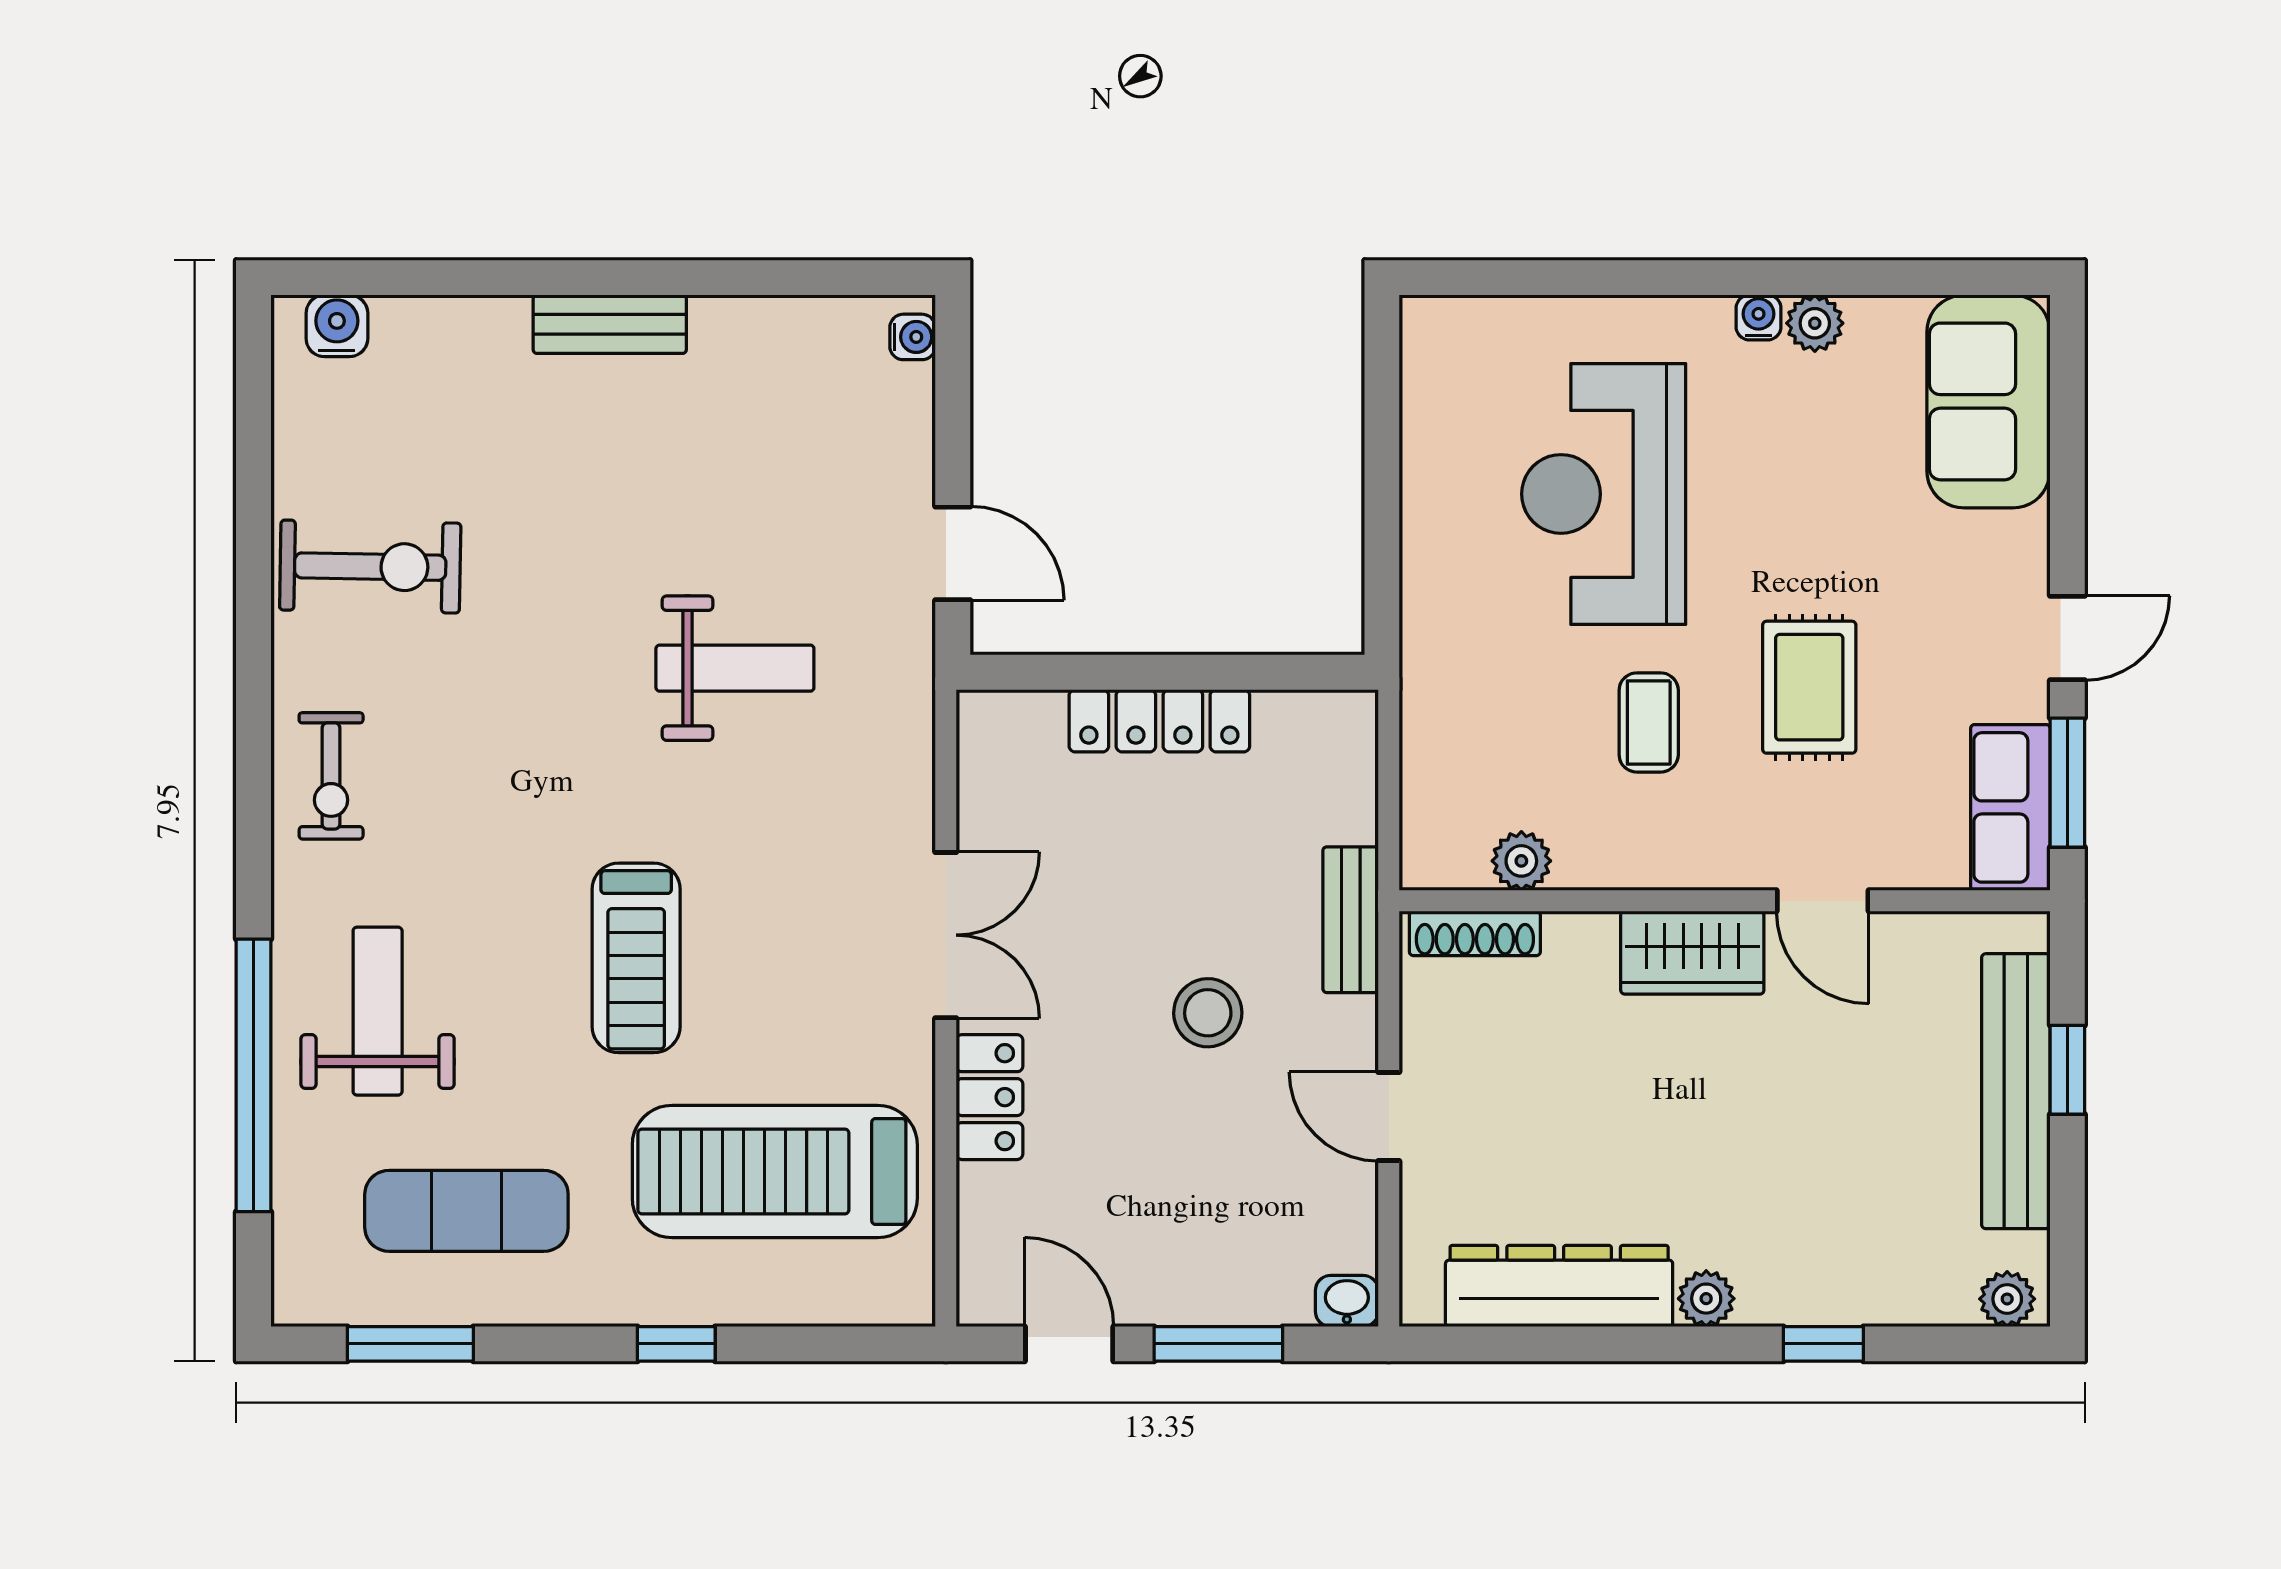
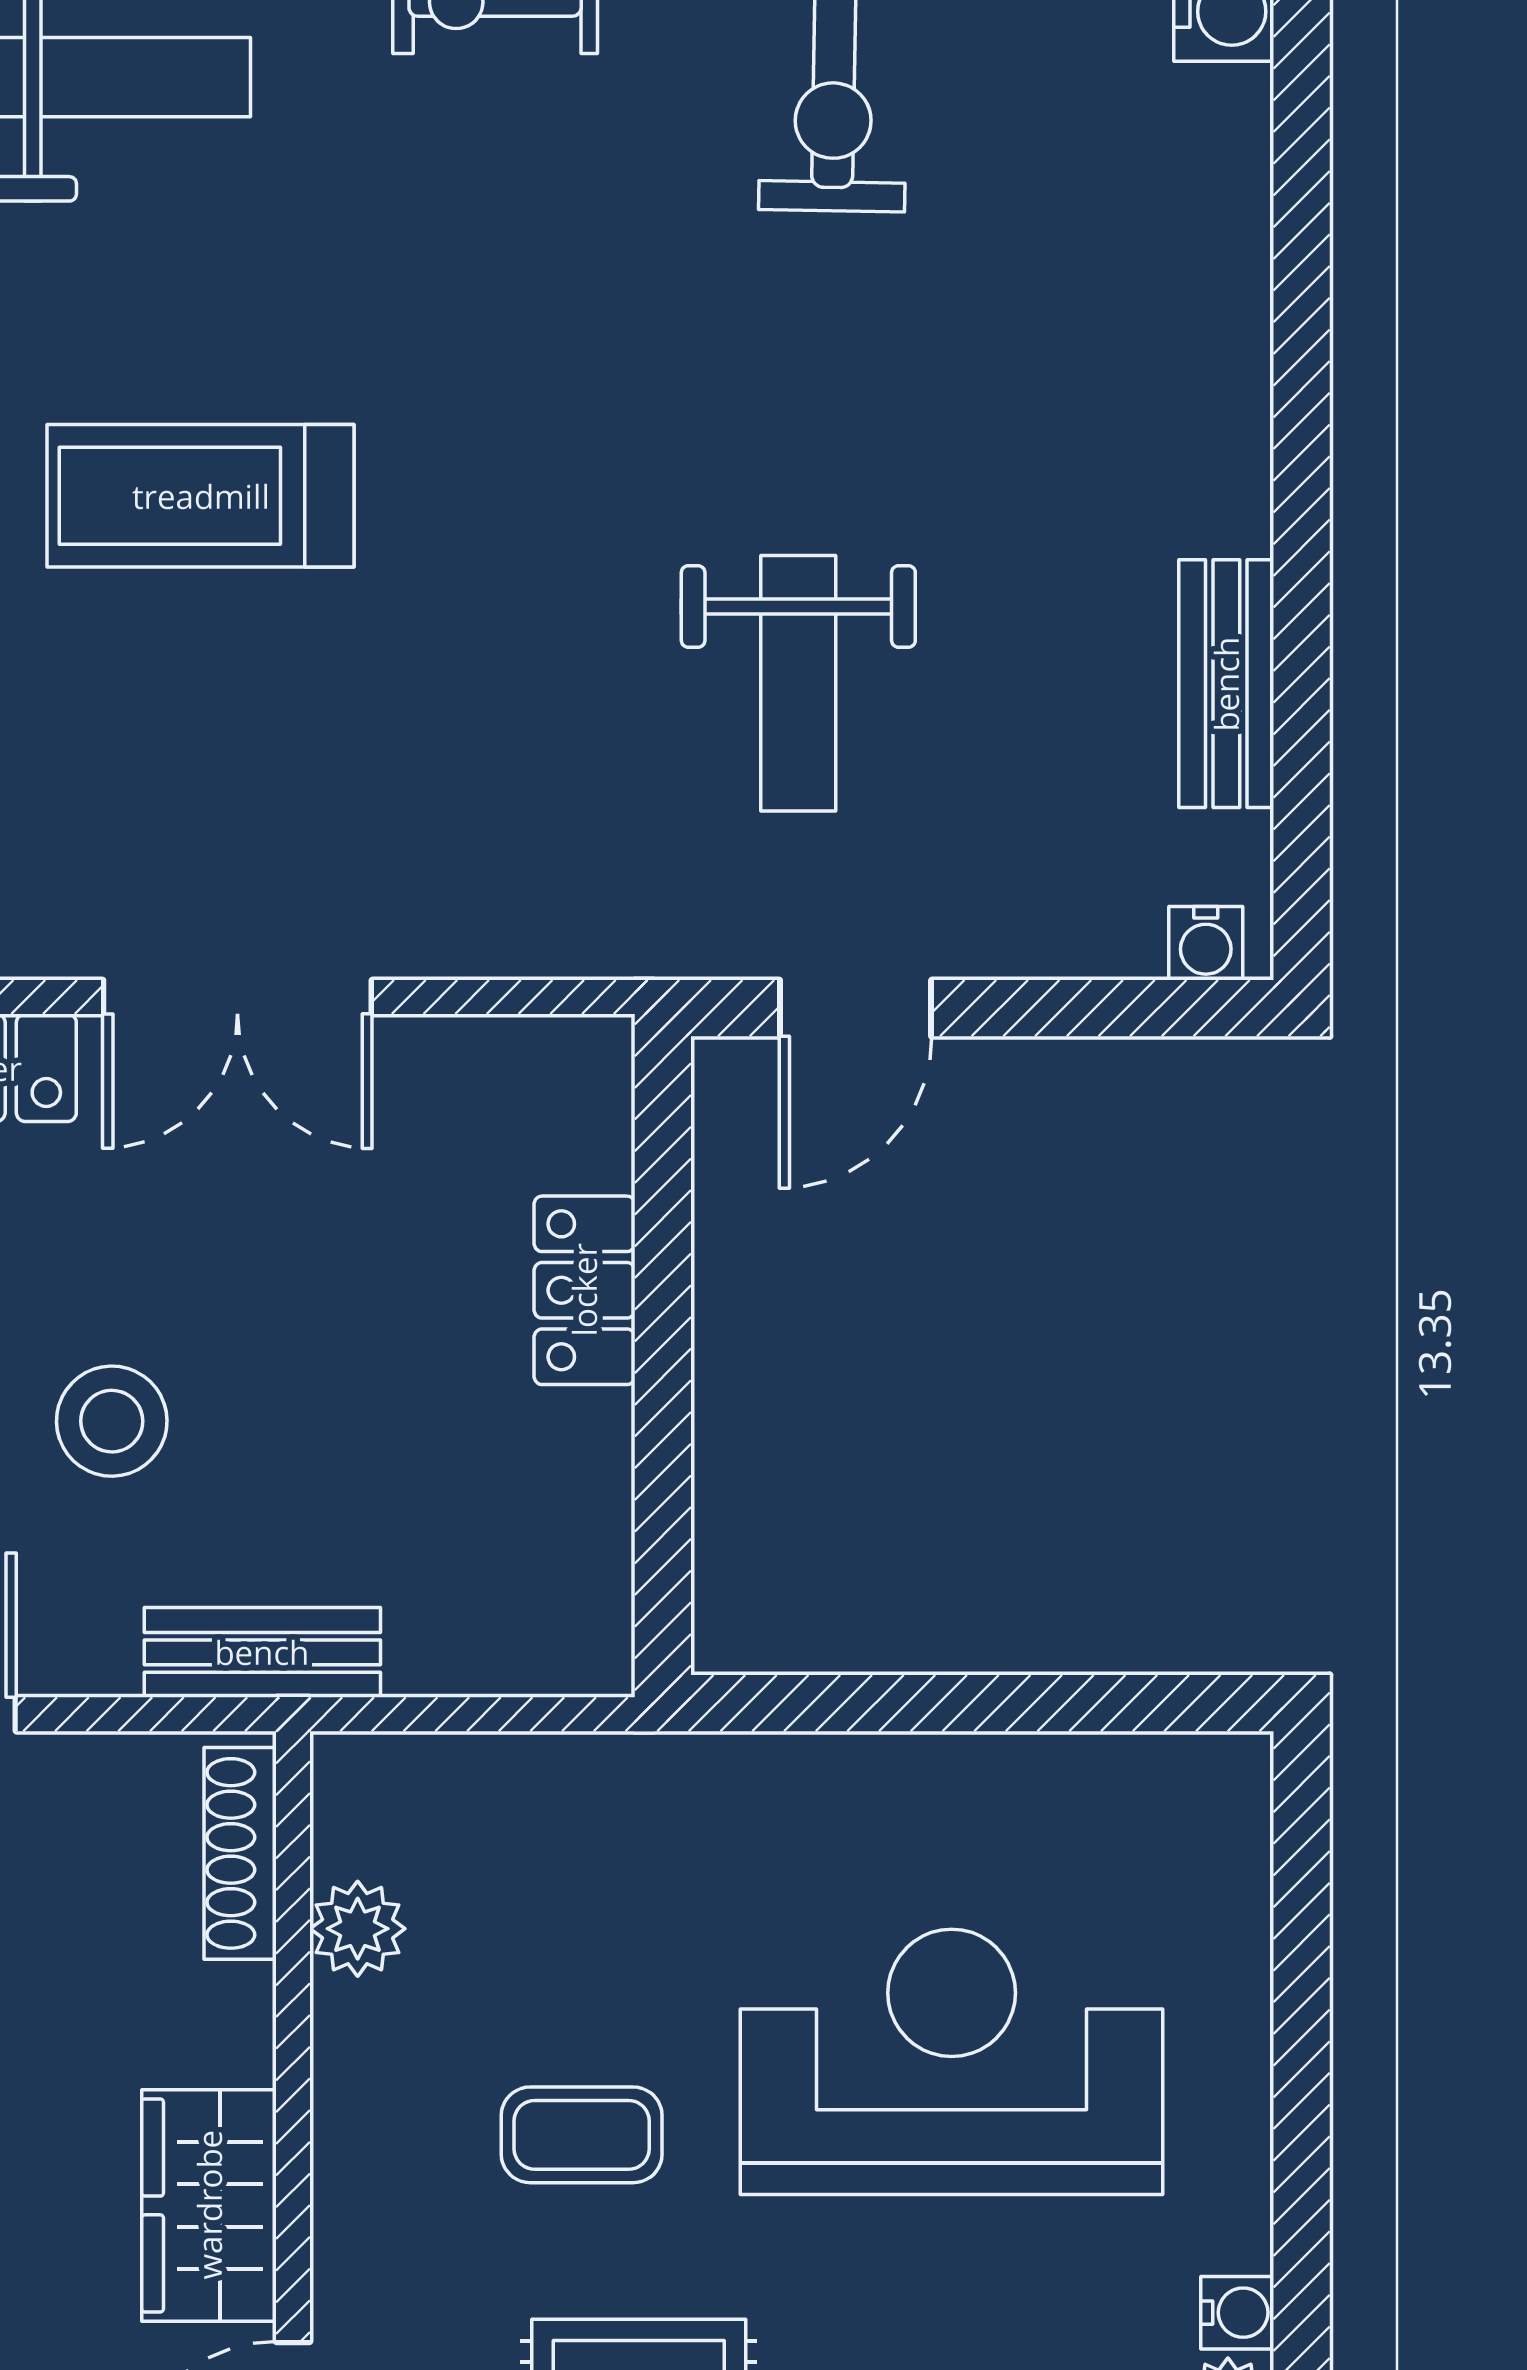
bench: (610, 324) -> (1226, 684), moved
weight bench: (735, 668) -> (798, 683), moved
locker: (1159, 721) -> (584, 1290), width x0.66

